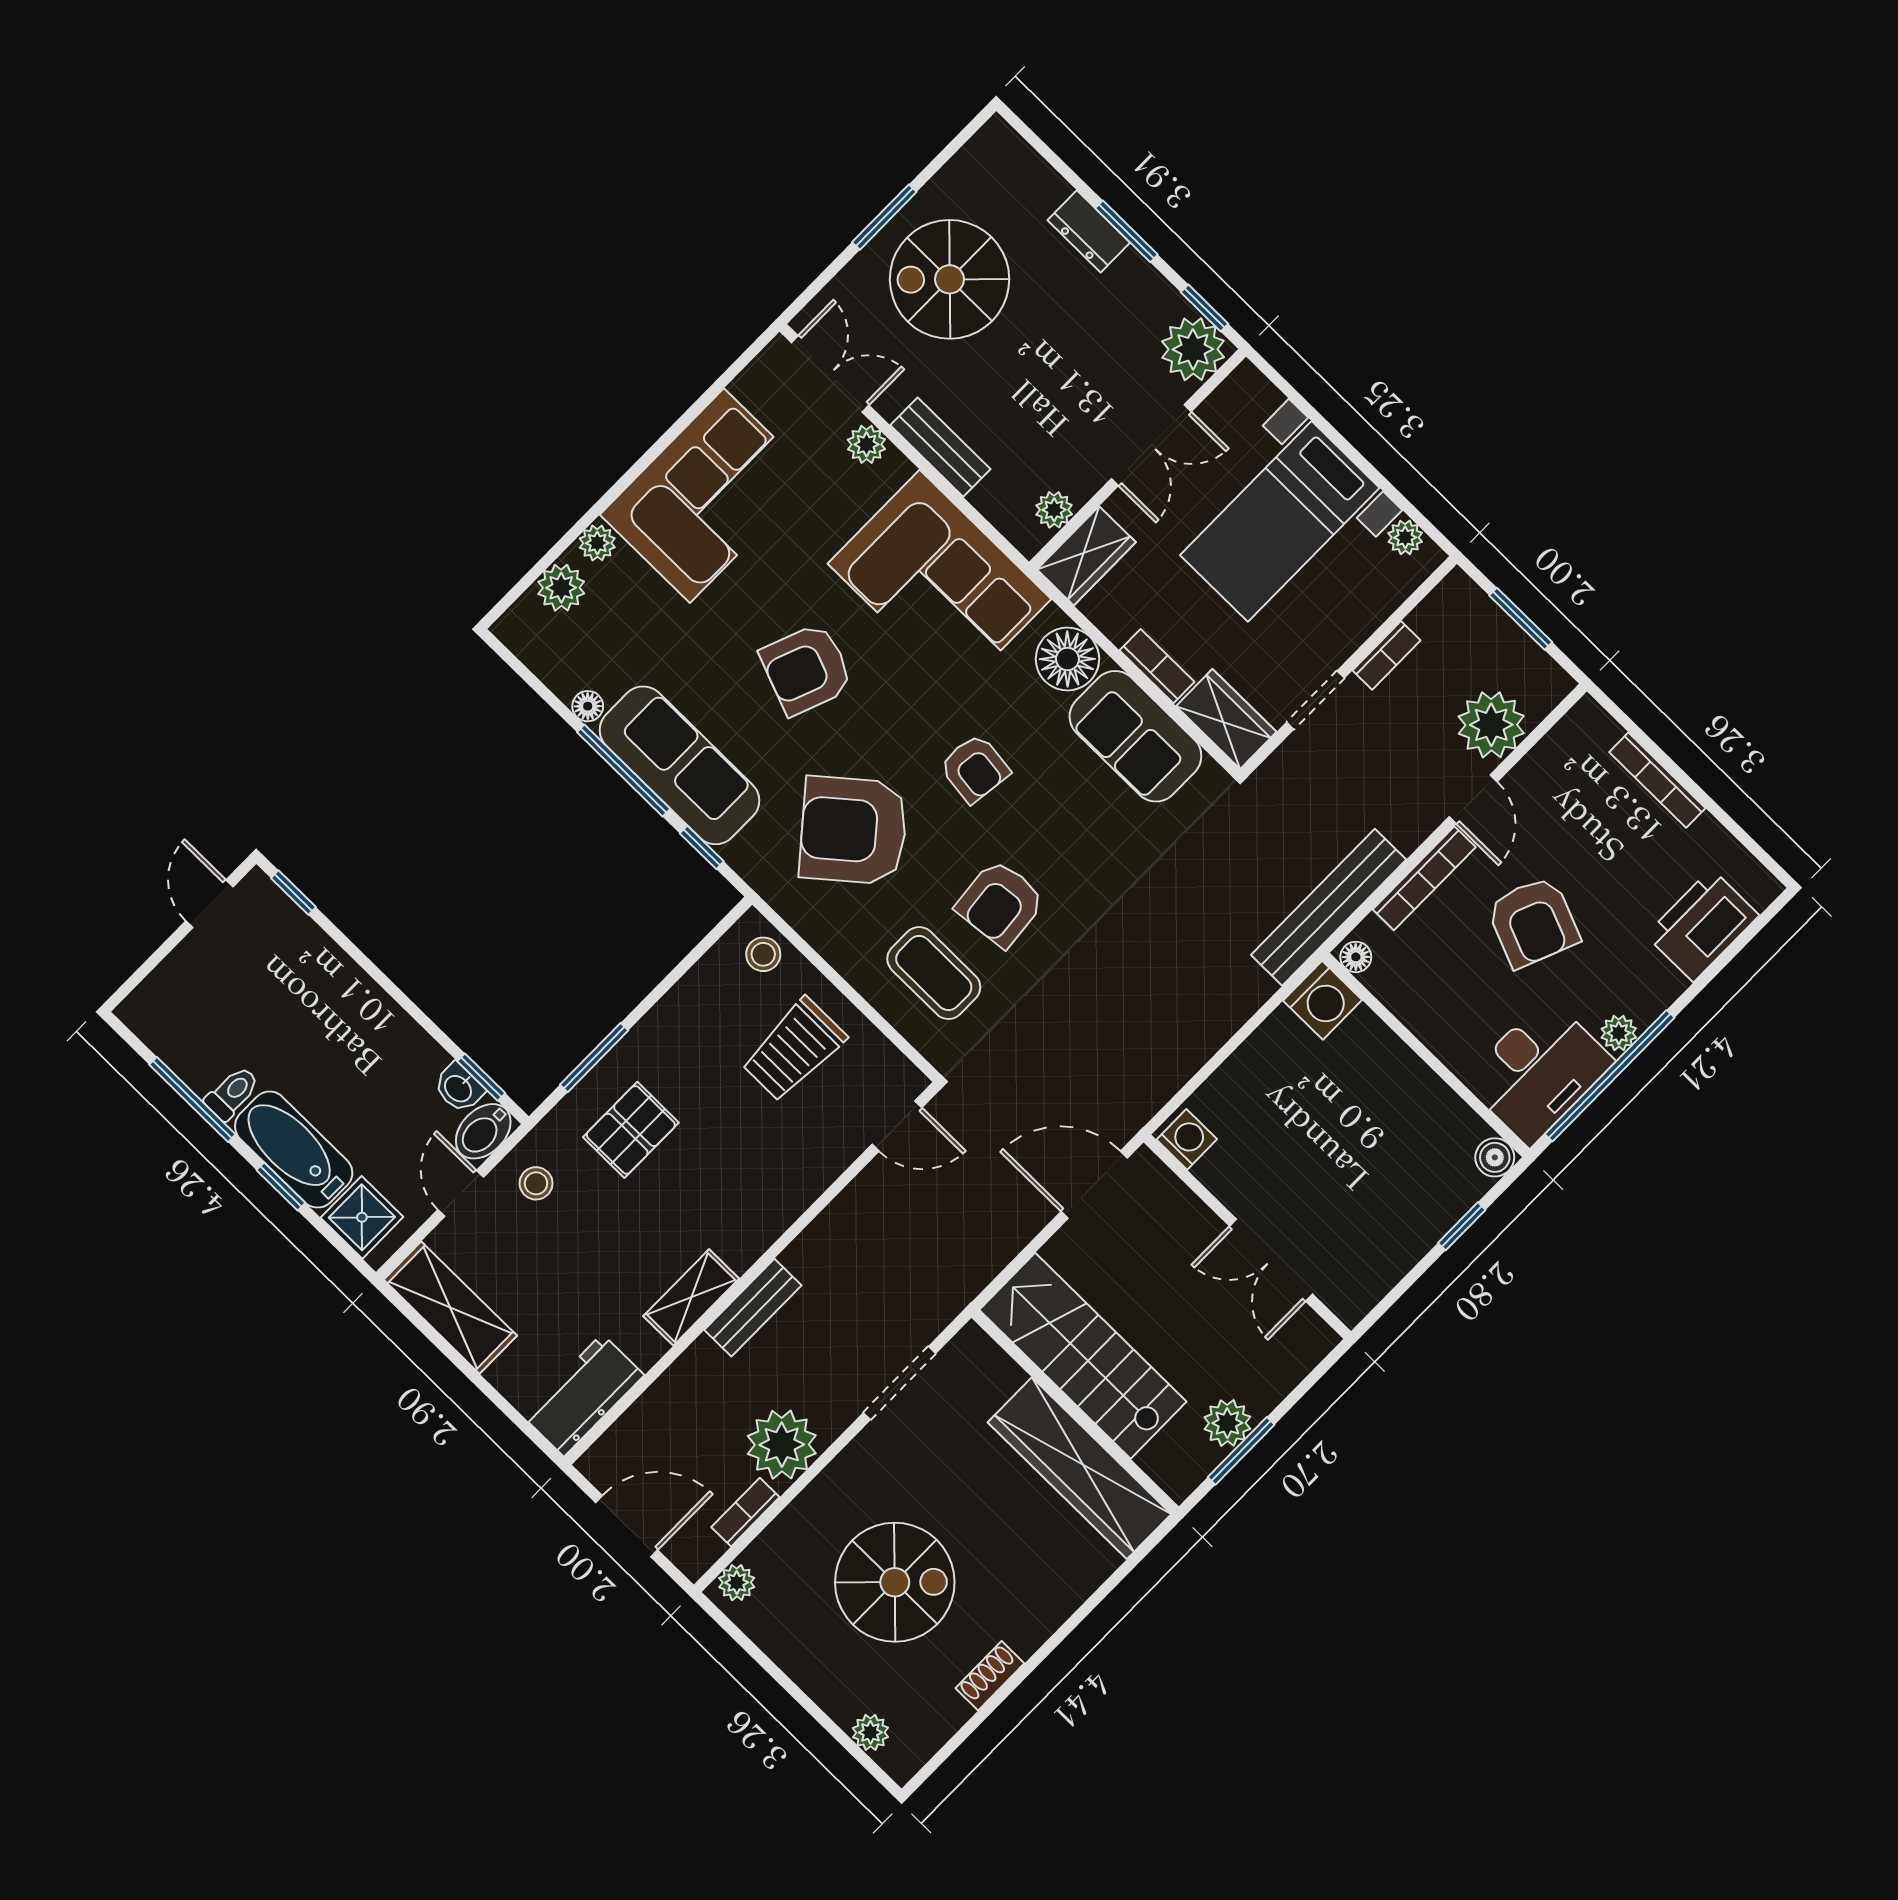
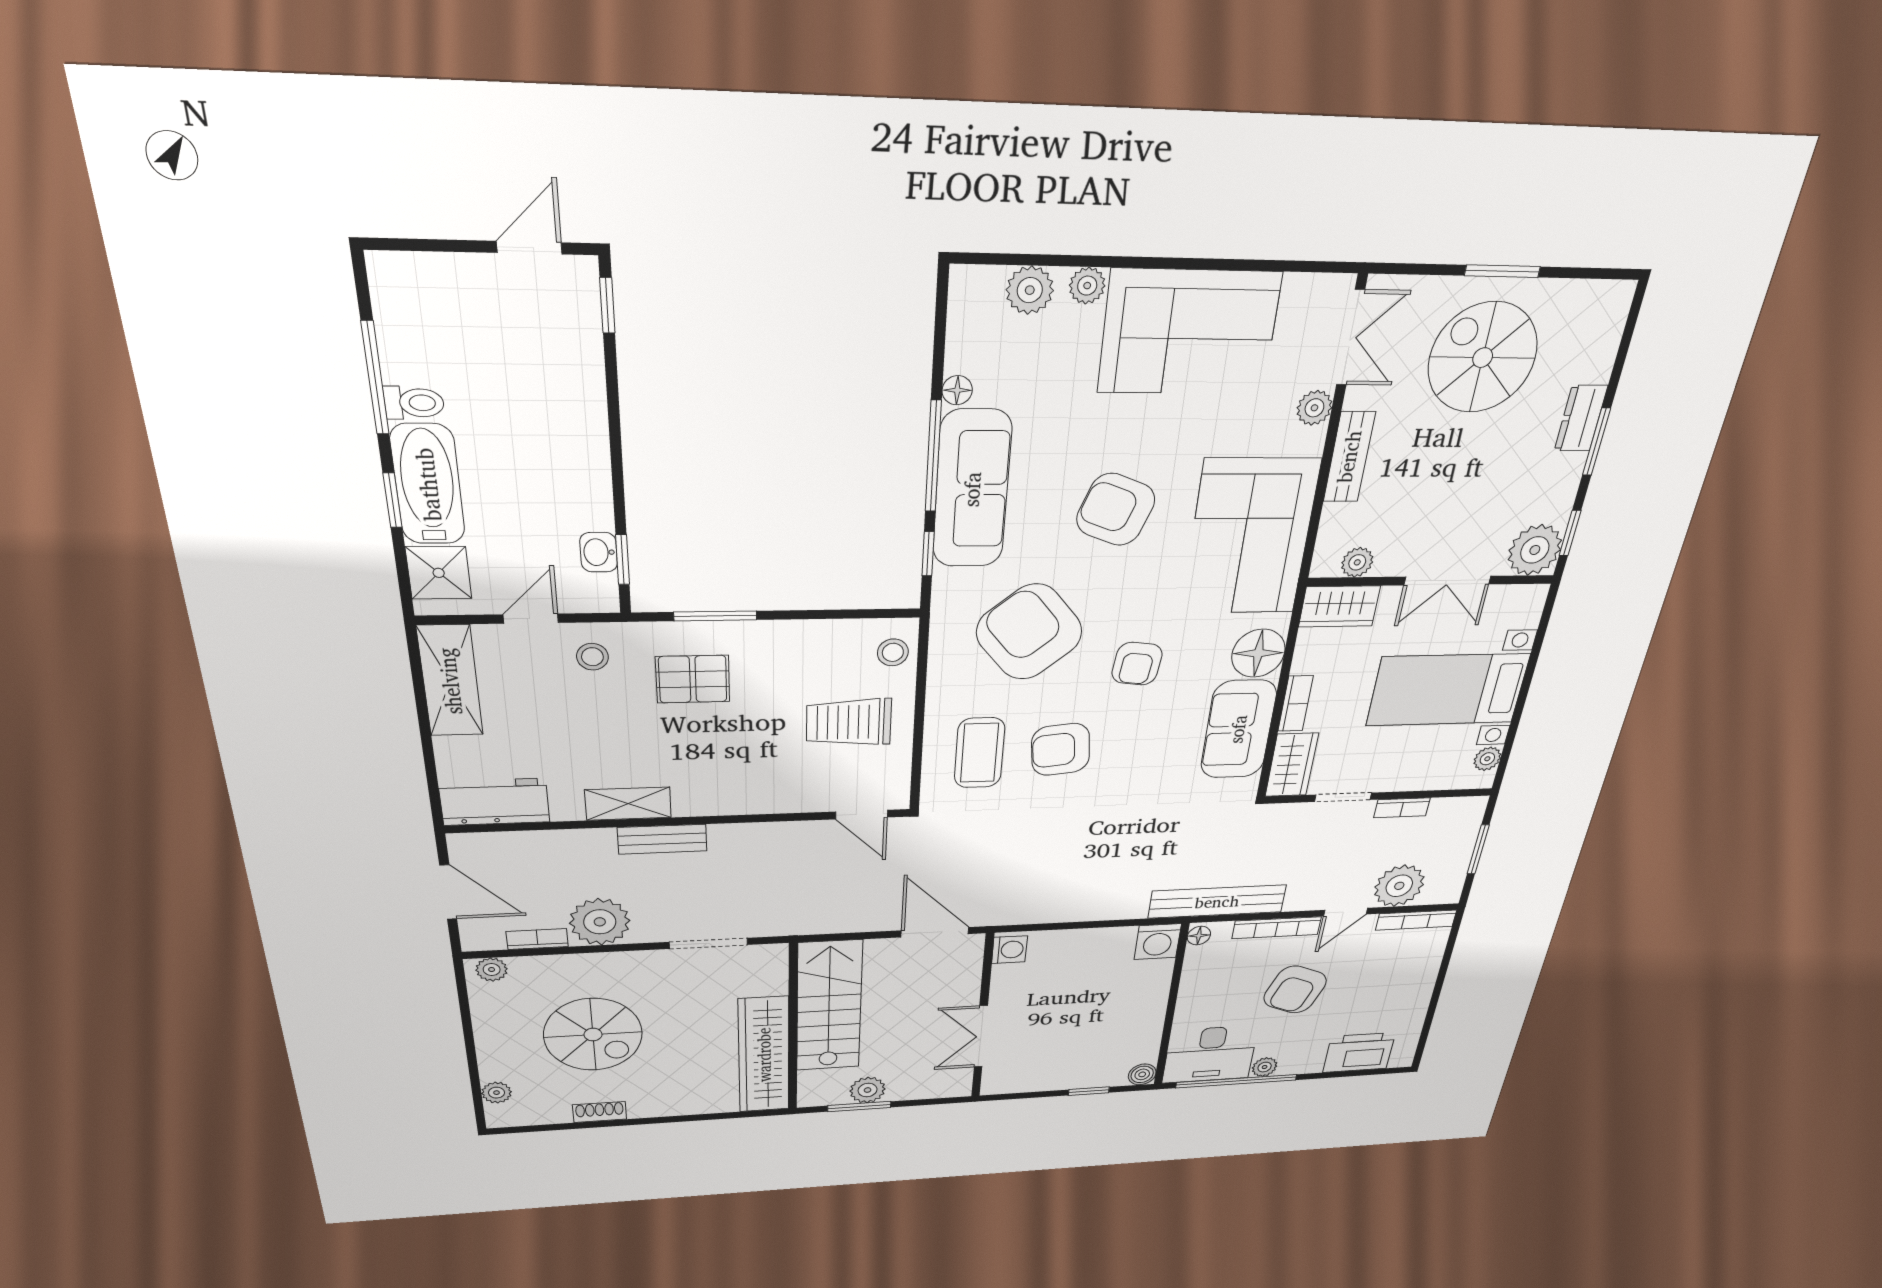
bookcase: (1657, 780) -> (1416, 920), moved, turned -90
bidet: (483, 1131) -> (588, 594), removed

